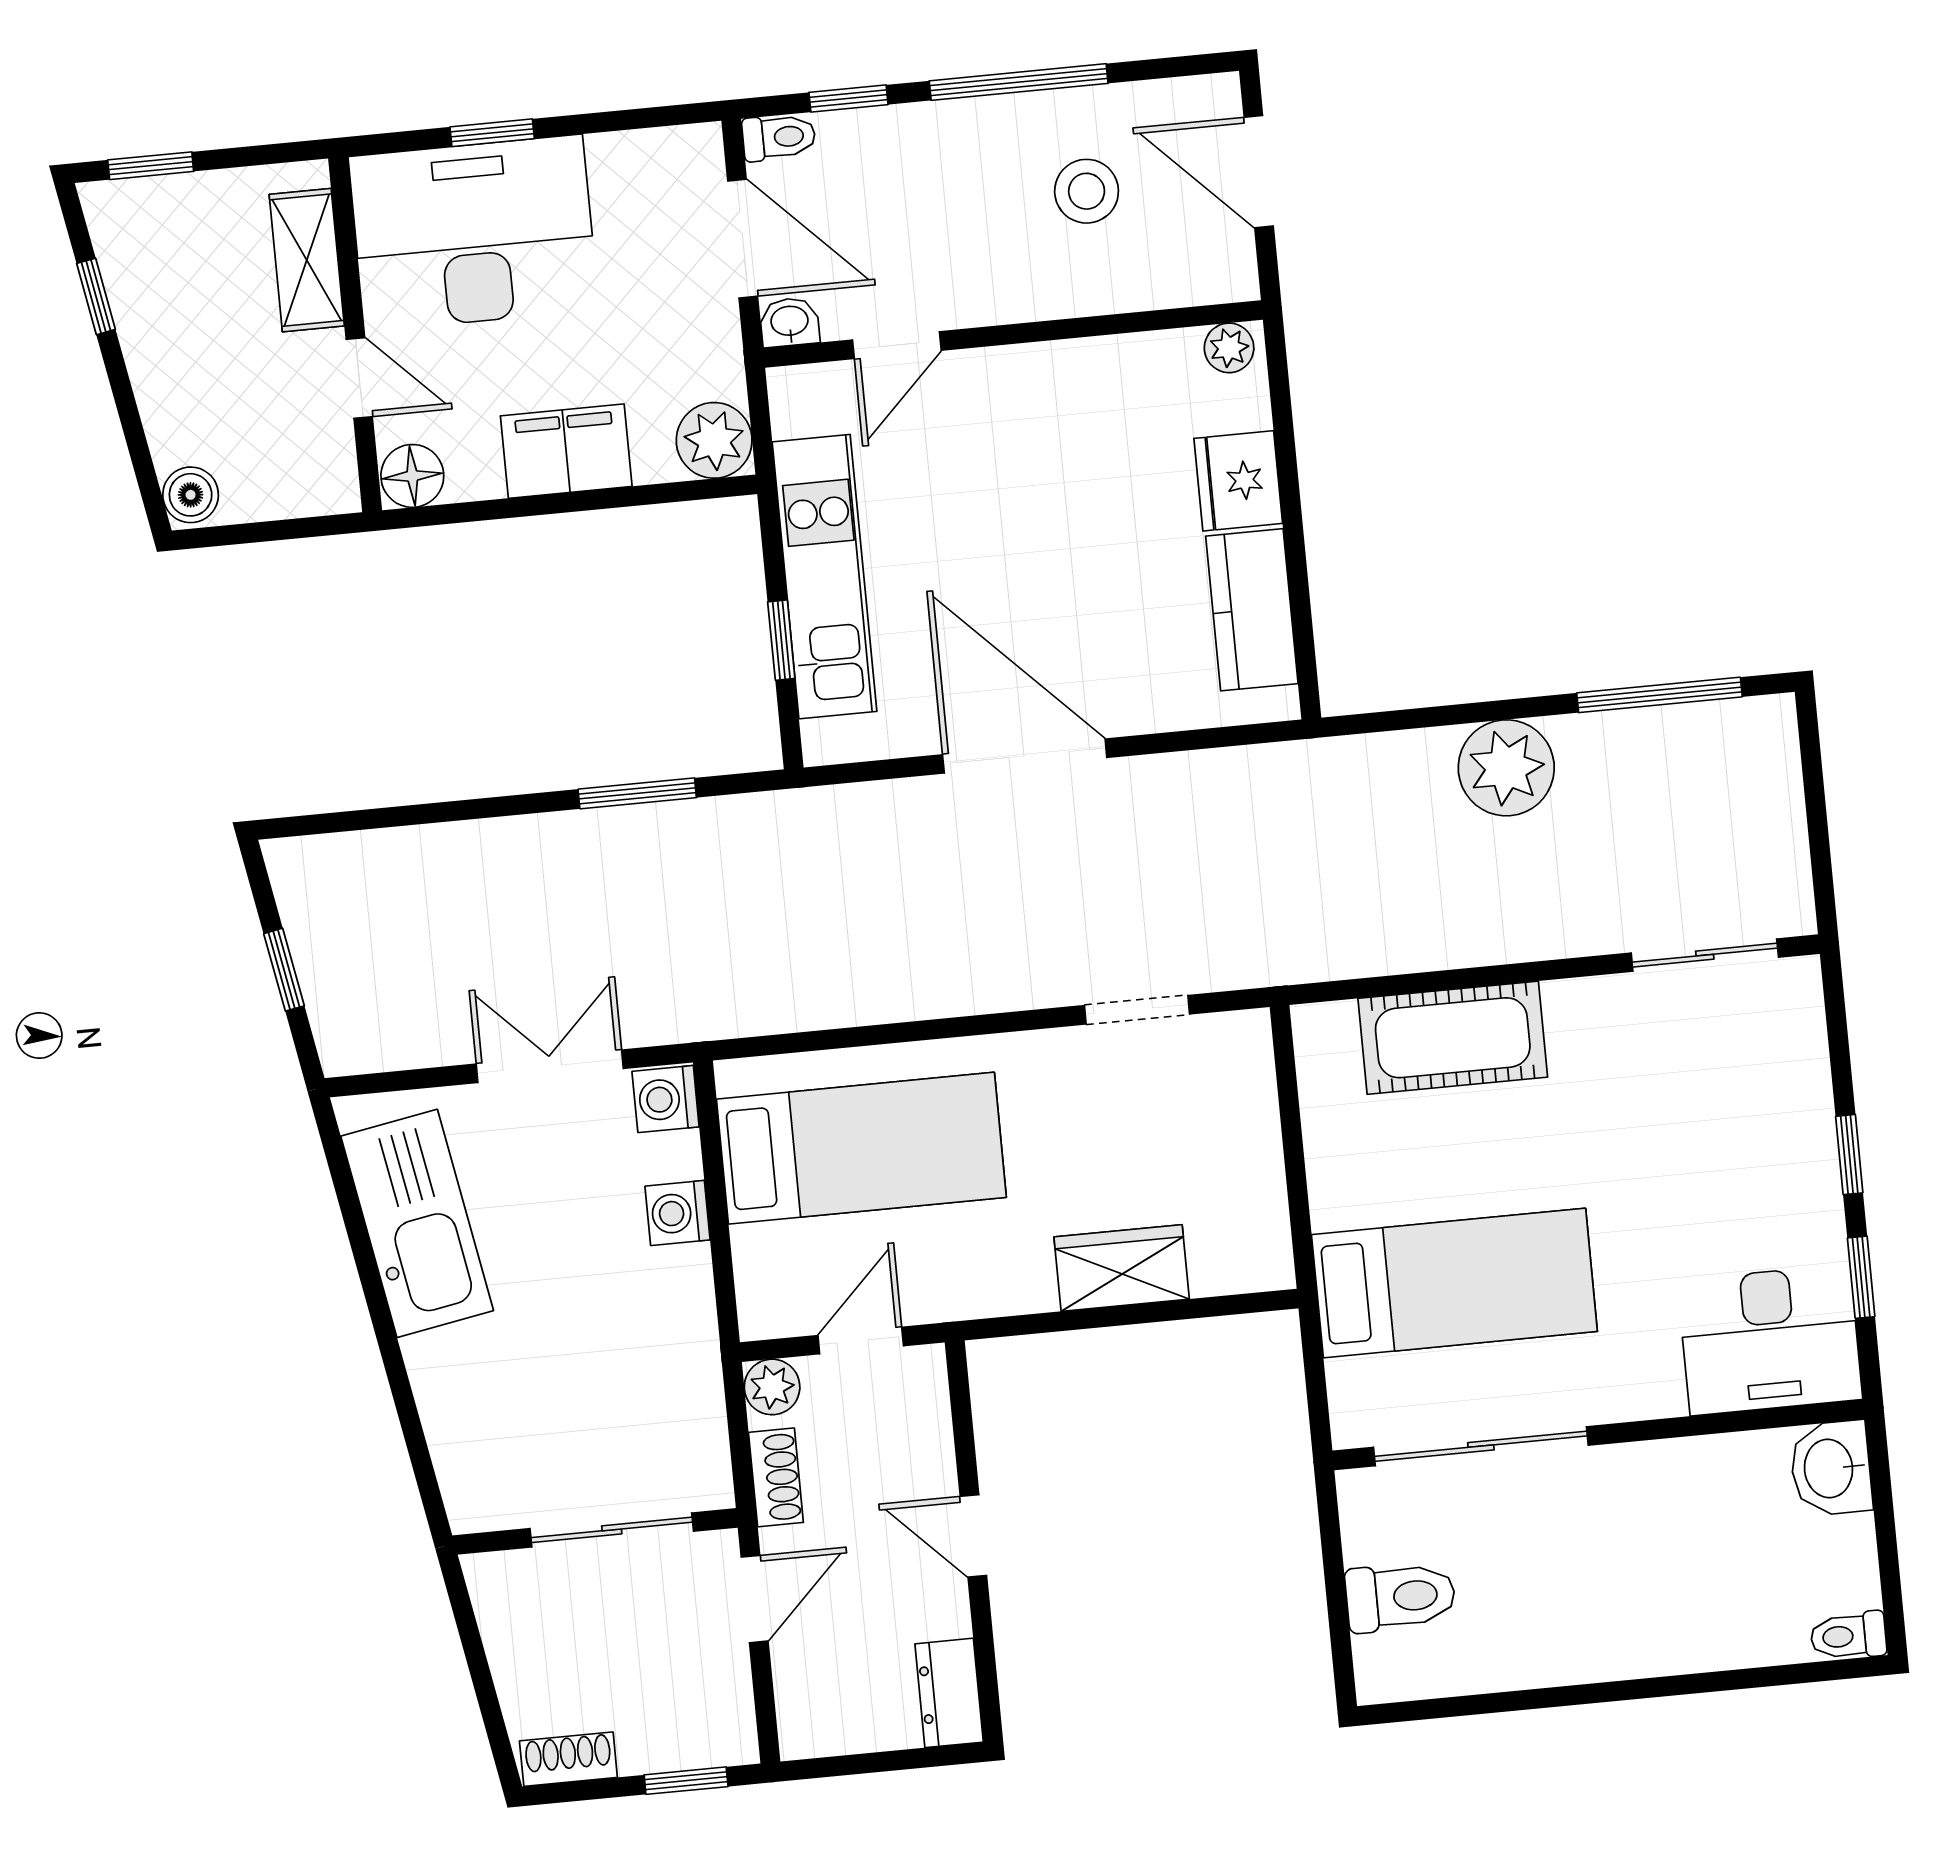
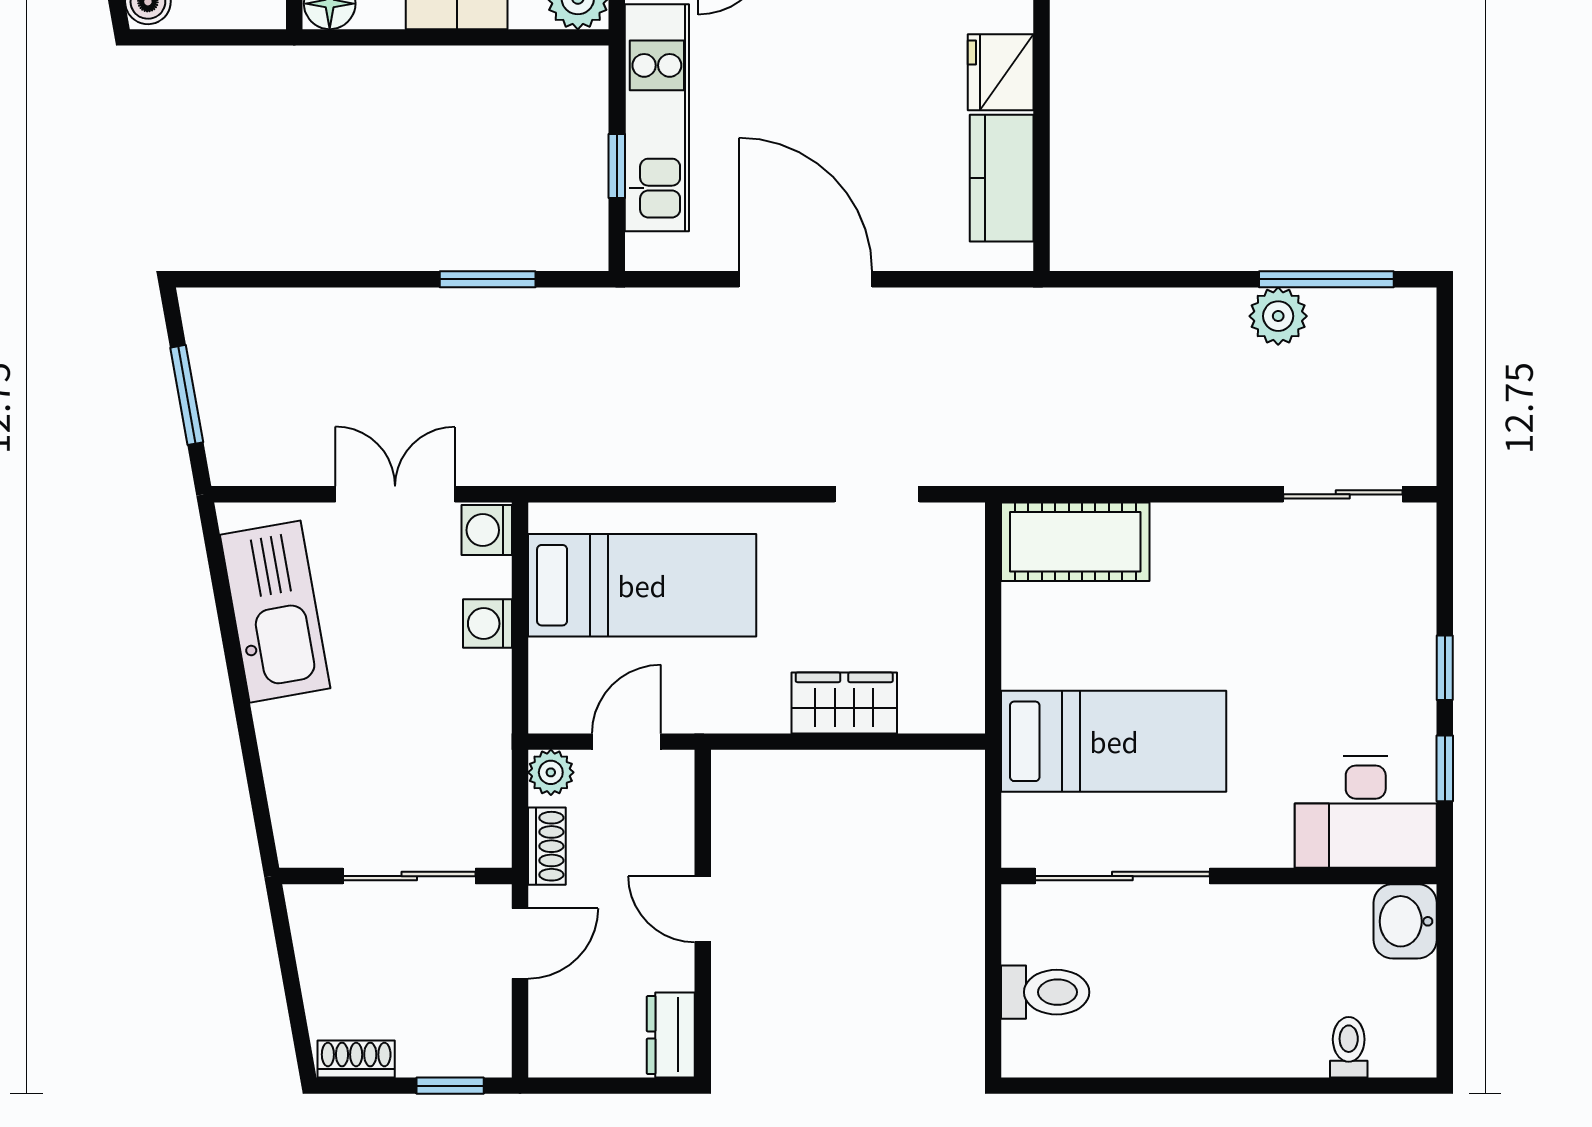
plant: (1506, 768) -> (1278, 316), moved, width x0.73, depth x0.73
window: (284, 970) -> (187, 395), width x1.50
cot: (1453, 1038) -> (1075, 542), moved
toilet: (1848, 1636) -> (1349, 1047), moved, turned 90

